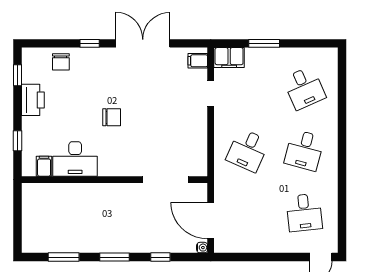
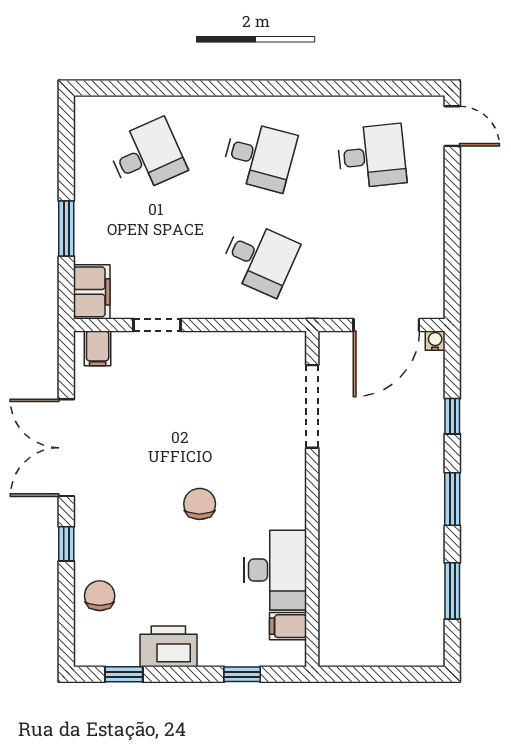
chair: (61, 62) -> (100, 596), turned -90

